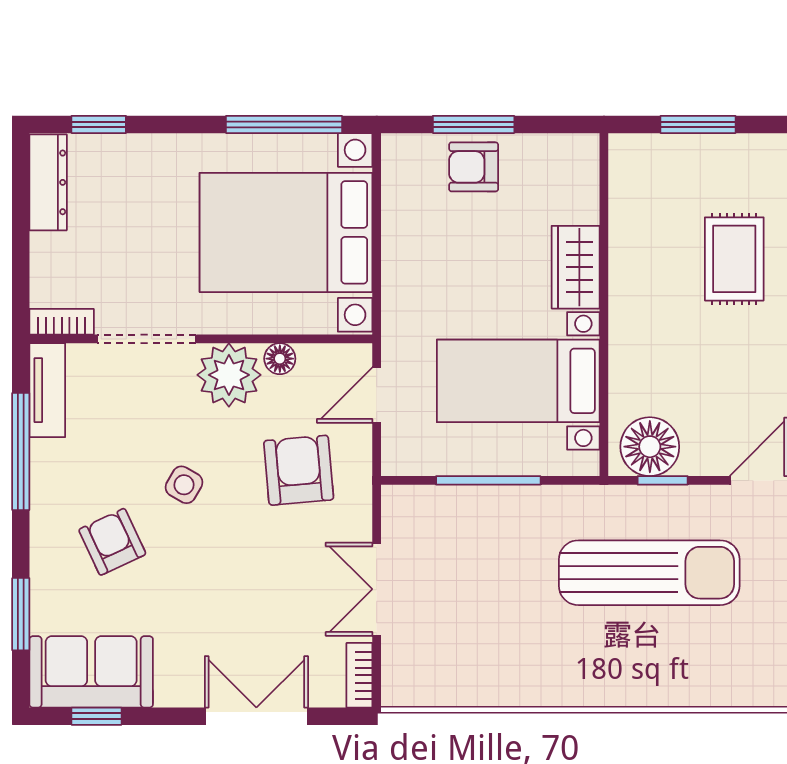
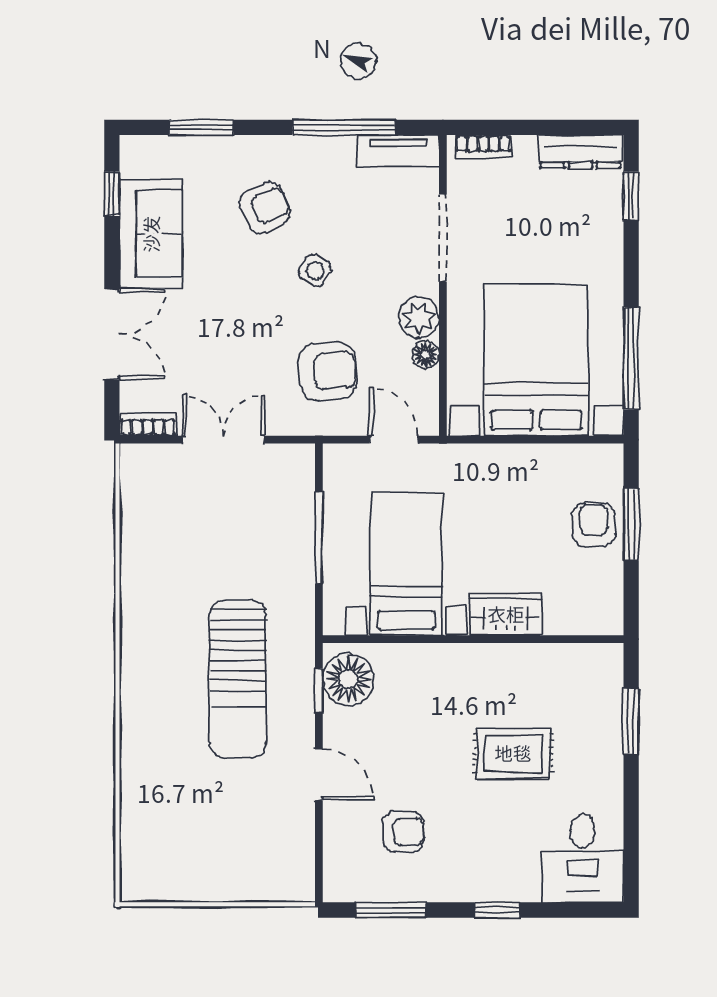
bookcase: (62, 322) -> (483, 146), moved, turned 90
plant: (229, 375) -> (419, 318), width x0.73, depth x0.73
sofa: (91, 672) -> (151, 234), moved

